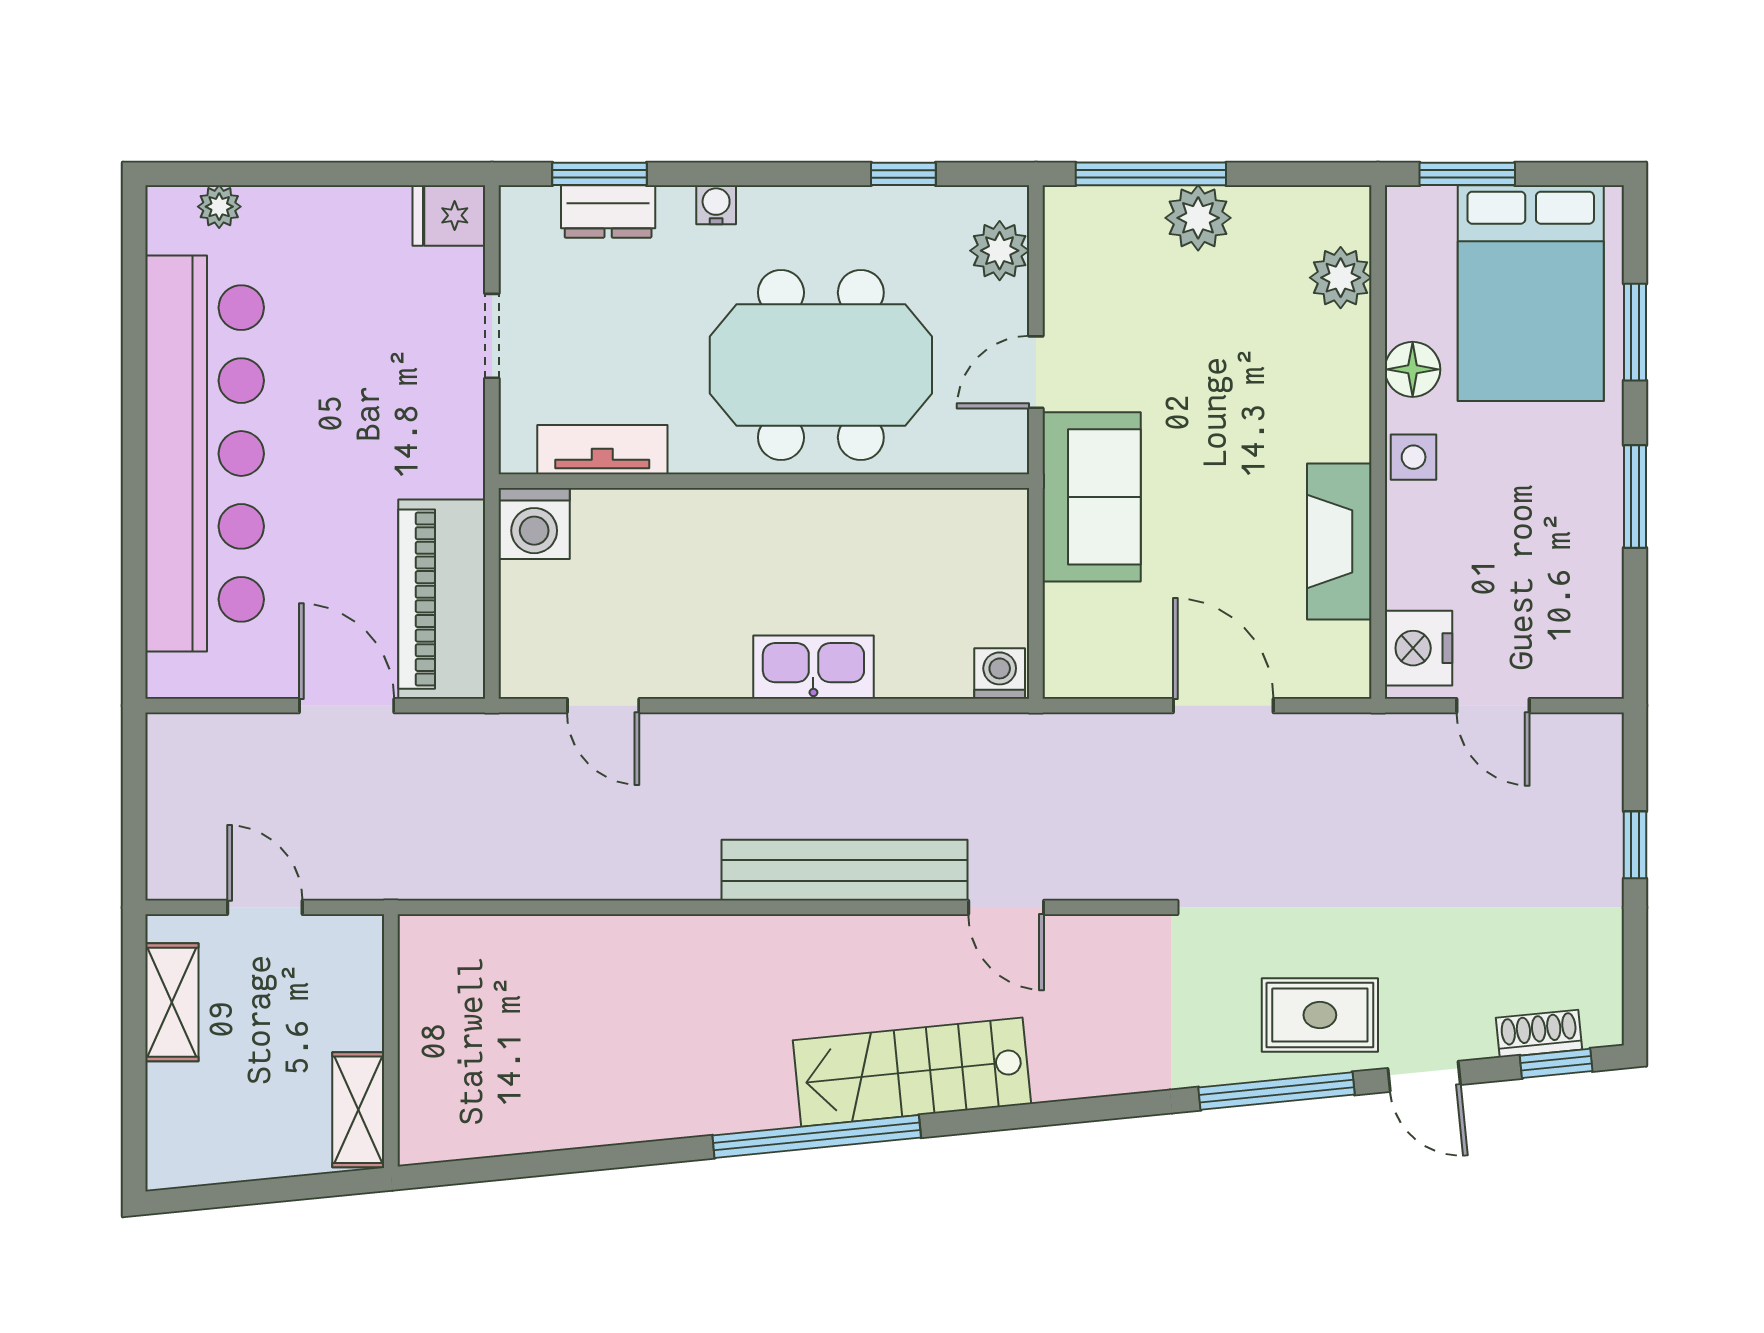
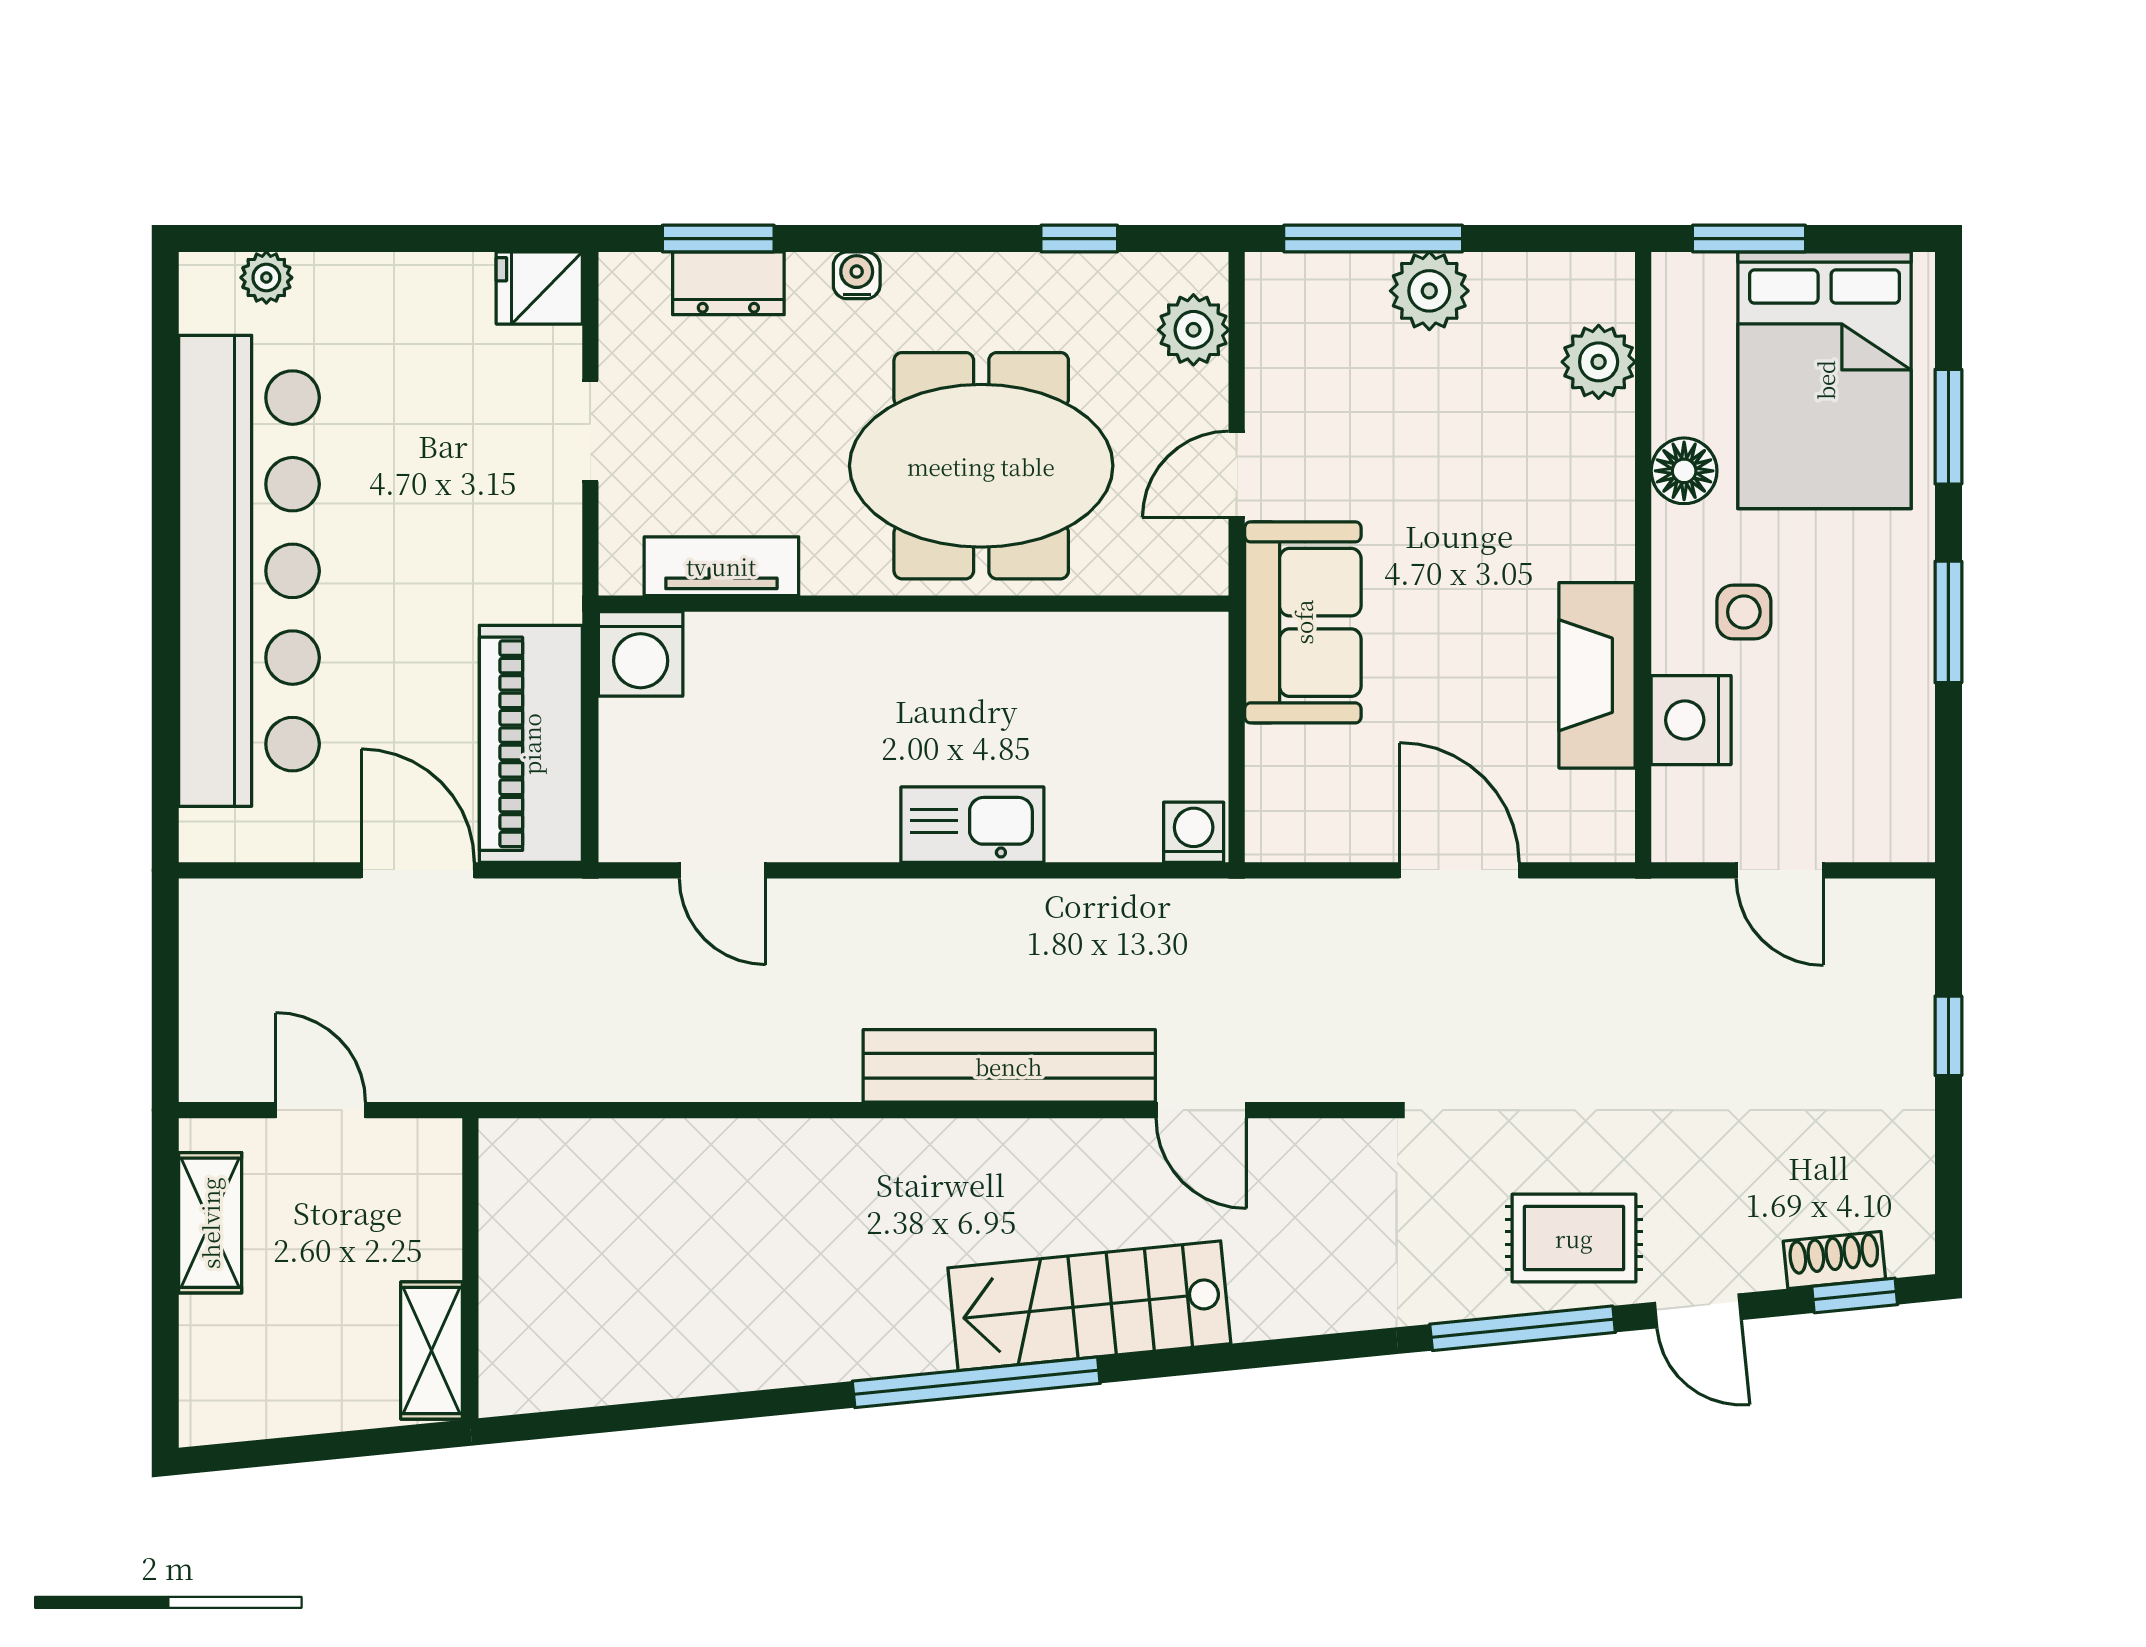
side table: (1414, 457) -> (1744, 612), moved
nightstand: (1418, 648) -> (1691, 720), moved

